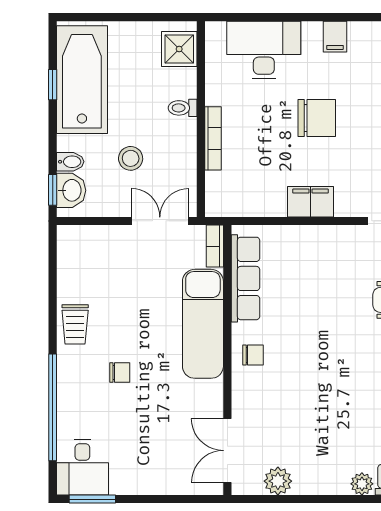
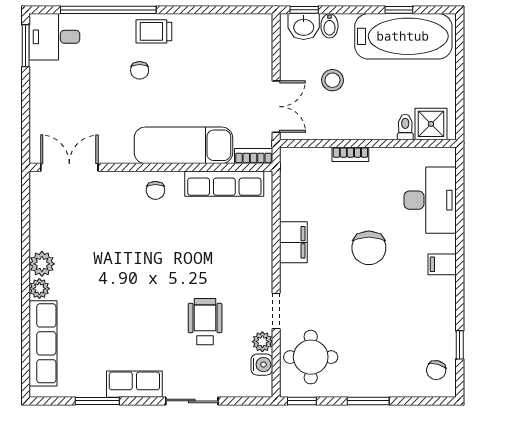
toilet: (183, 108) -> (405, 127), moved
bookcase: (213, 138) -> (350, 154), width x0.64
trolley: (75, 324) -> (154, 31), moved
plant: (278, 481) -> (42, 264), moved

